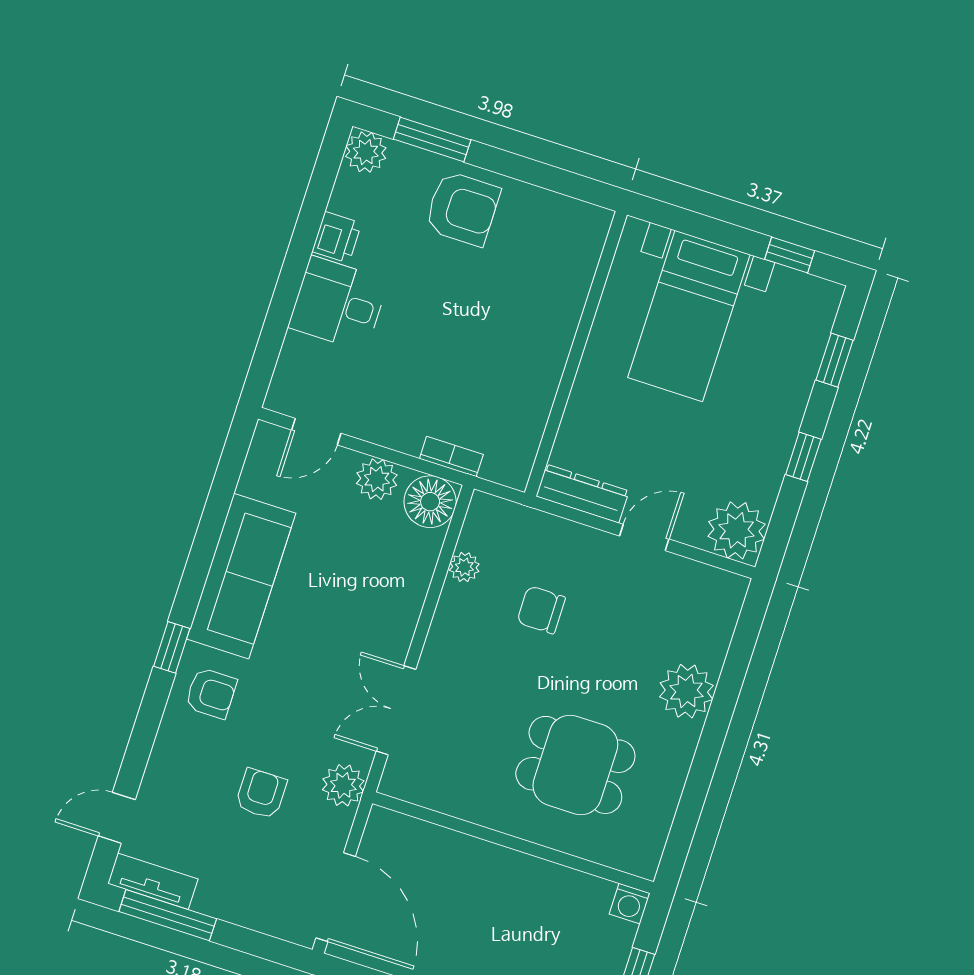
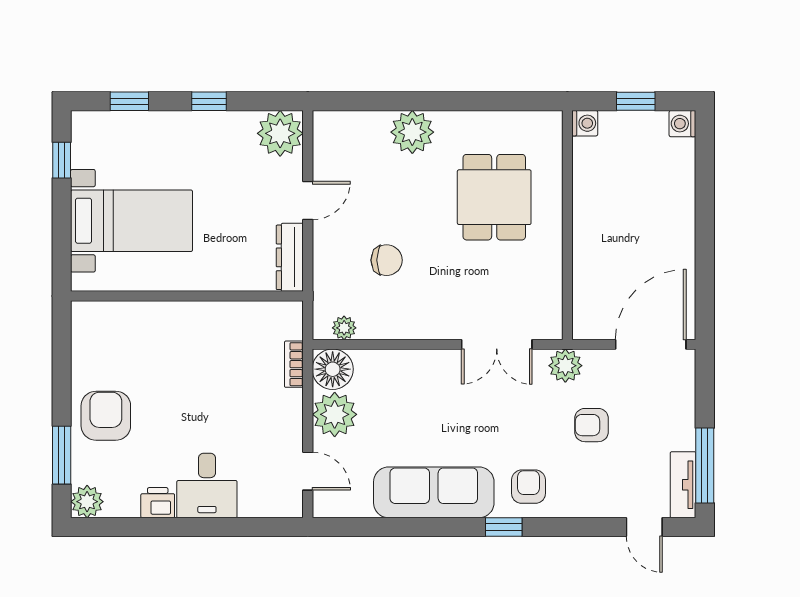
plant: (377, 479) -> (335, 414), width x1.36, depth x1.36
door: (644, 538) -> (308, 201), swing flipped
plant: (464, 567) -> (344, 328), moved
chair: (541, 610) -> (387, 260), turned -90

